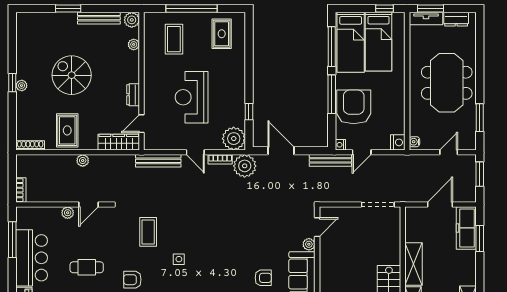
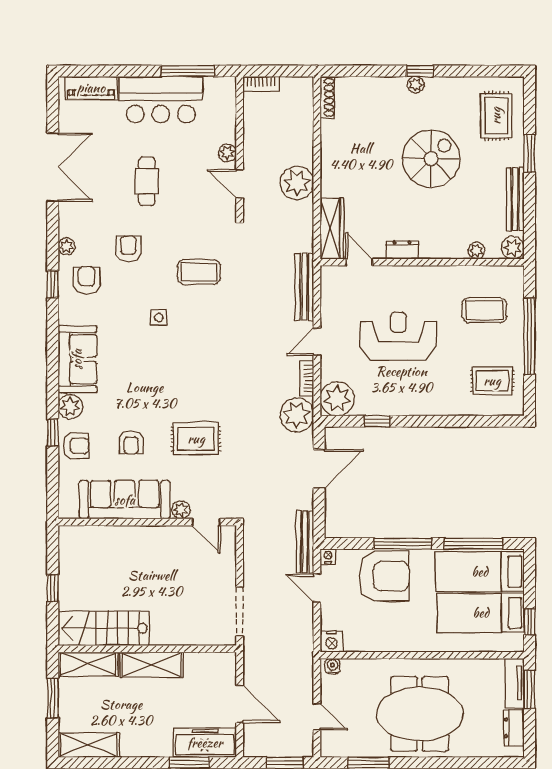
rug: (67, 130) -> (496, 116), moved, turned 90
plant: (83, 161) -> (297, 183), width x1.88, depth x1.88
rug: (261, 234) -> (196, 439), added

